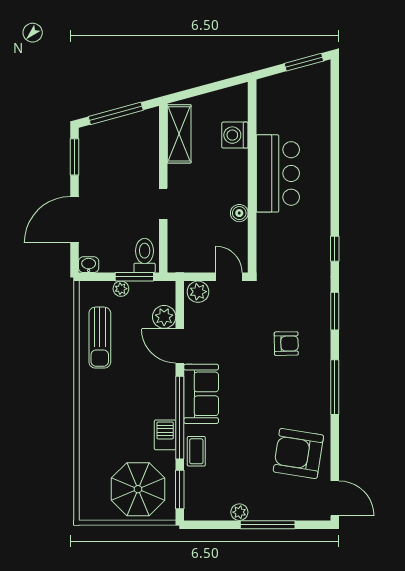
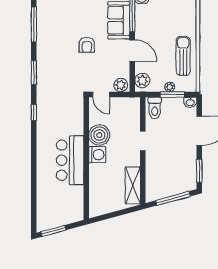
washing machine: (235, 135) -> (97, 155), moved
boiler: (239, 213) -> (99, 135), width x1.86, depth x1.86
window: (134, 277) -> (172, 95), moved
plant: (164, 317) -> (142, 80), moved
armchair: (286, 344) -> (87, 45), moved, turned -89

